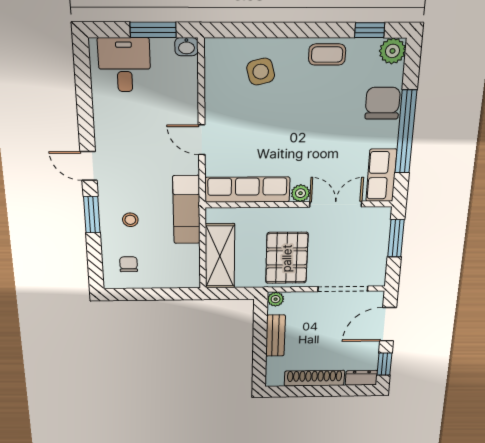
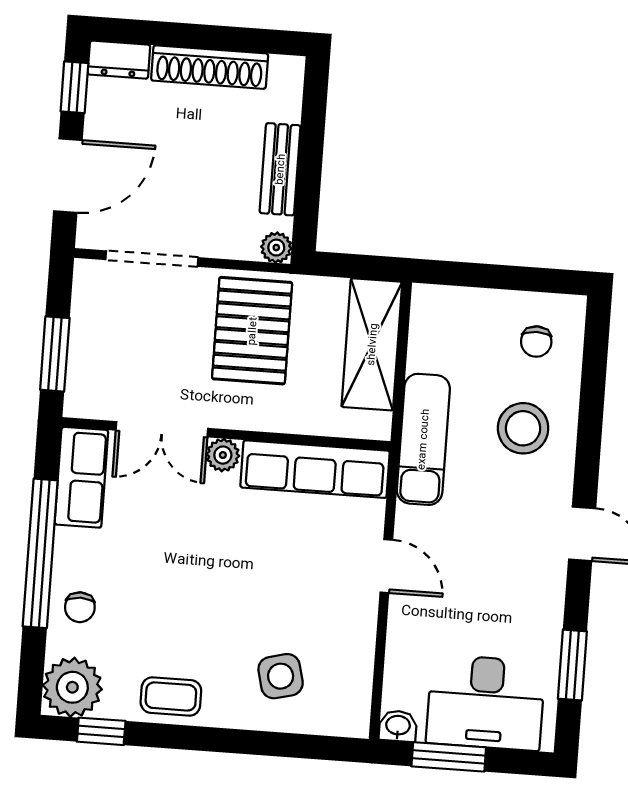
plant: (393, 51) -> (72, 687), width x1.36, depth x1.36
desk: (124, 65) -> (486, 703), width x1.37
chair: (383, 103) -> (80, 607), width x0.54, depth x0.54
window: (92, 215) -> (572, 665), moved
stool: (130, 220) -> (523, 428), width x1.89, depth x1.89

